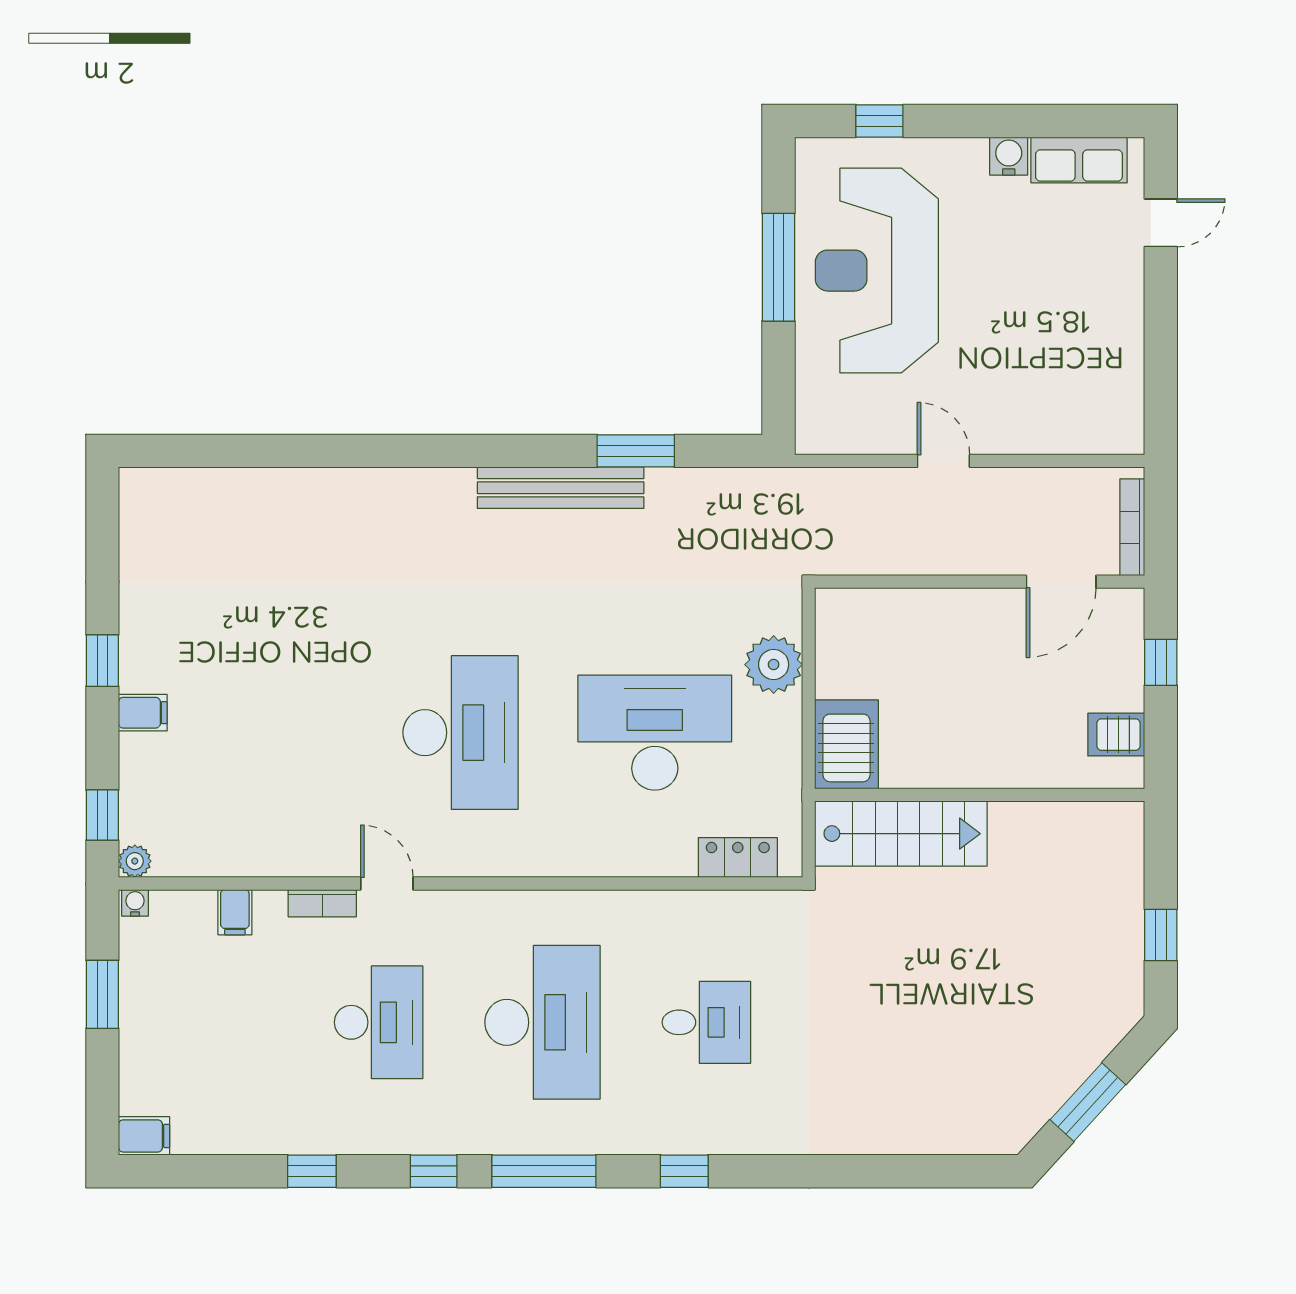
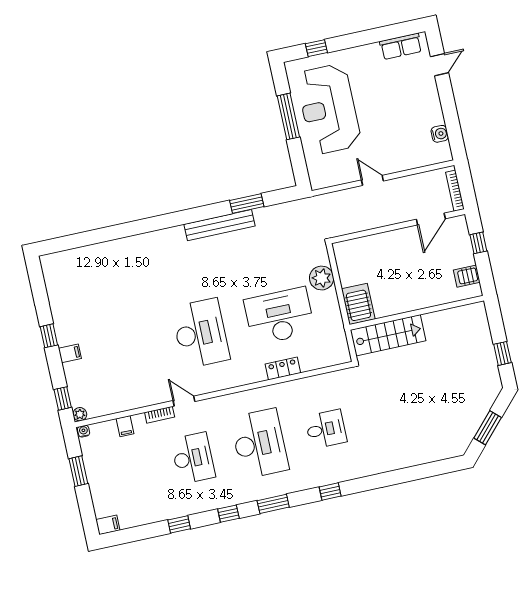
water cooler: (1009, 156) -> (440, 134), moved, turned 90
locker: (738, 858) -> (283, 368), moved
window: (544, 1171) -> (273, 504), width x0.69

